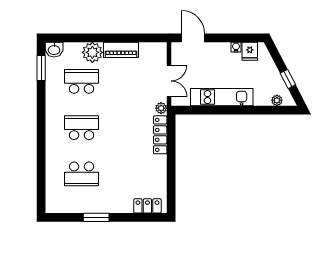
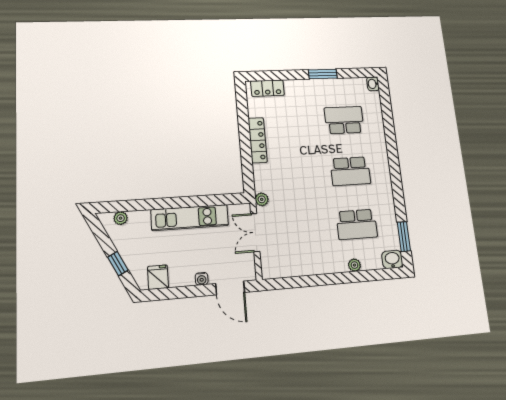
water cooler: (236, 47) -> (202, 279), moved
piano: (121, 50) -> (315, 266), removed
plant: (92, 52) -> (354, 265), width x0.53, depth x0.53
window: (288, 79) -> (118, 264), moved
locker: (160, 135) -> (258, 140), moved
washbasin: (51, 207) -> (373, 84), added

